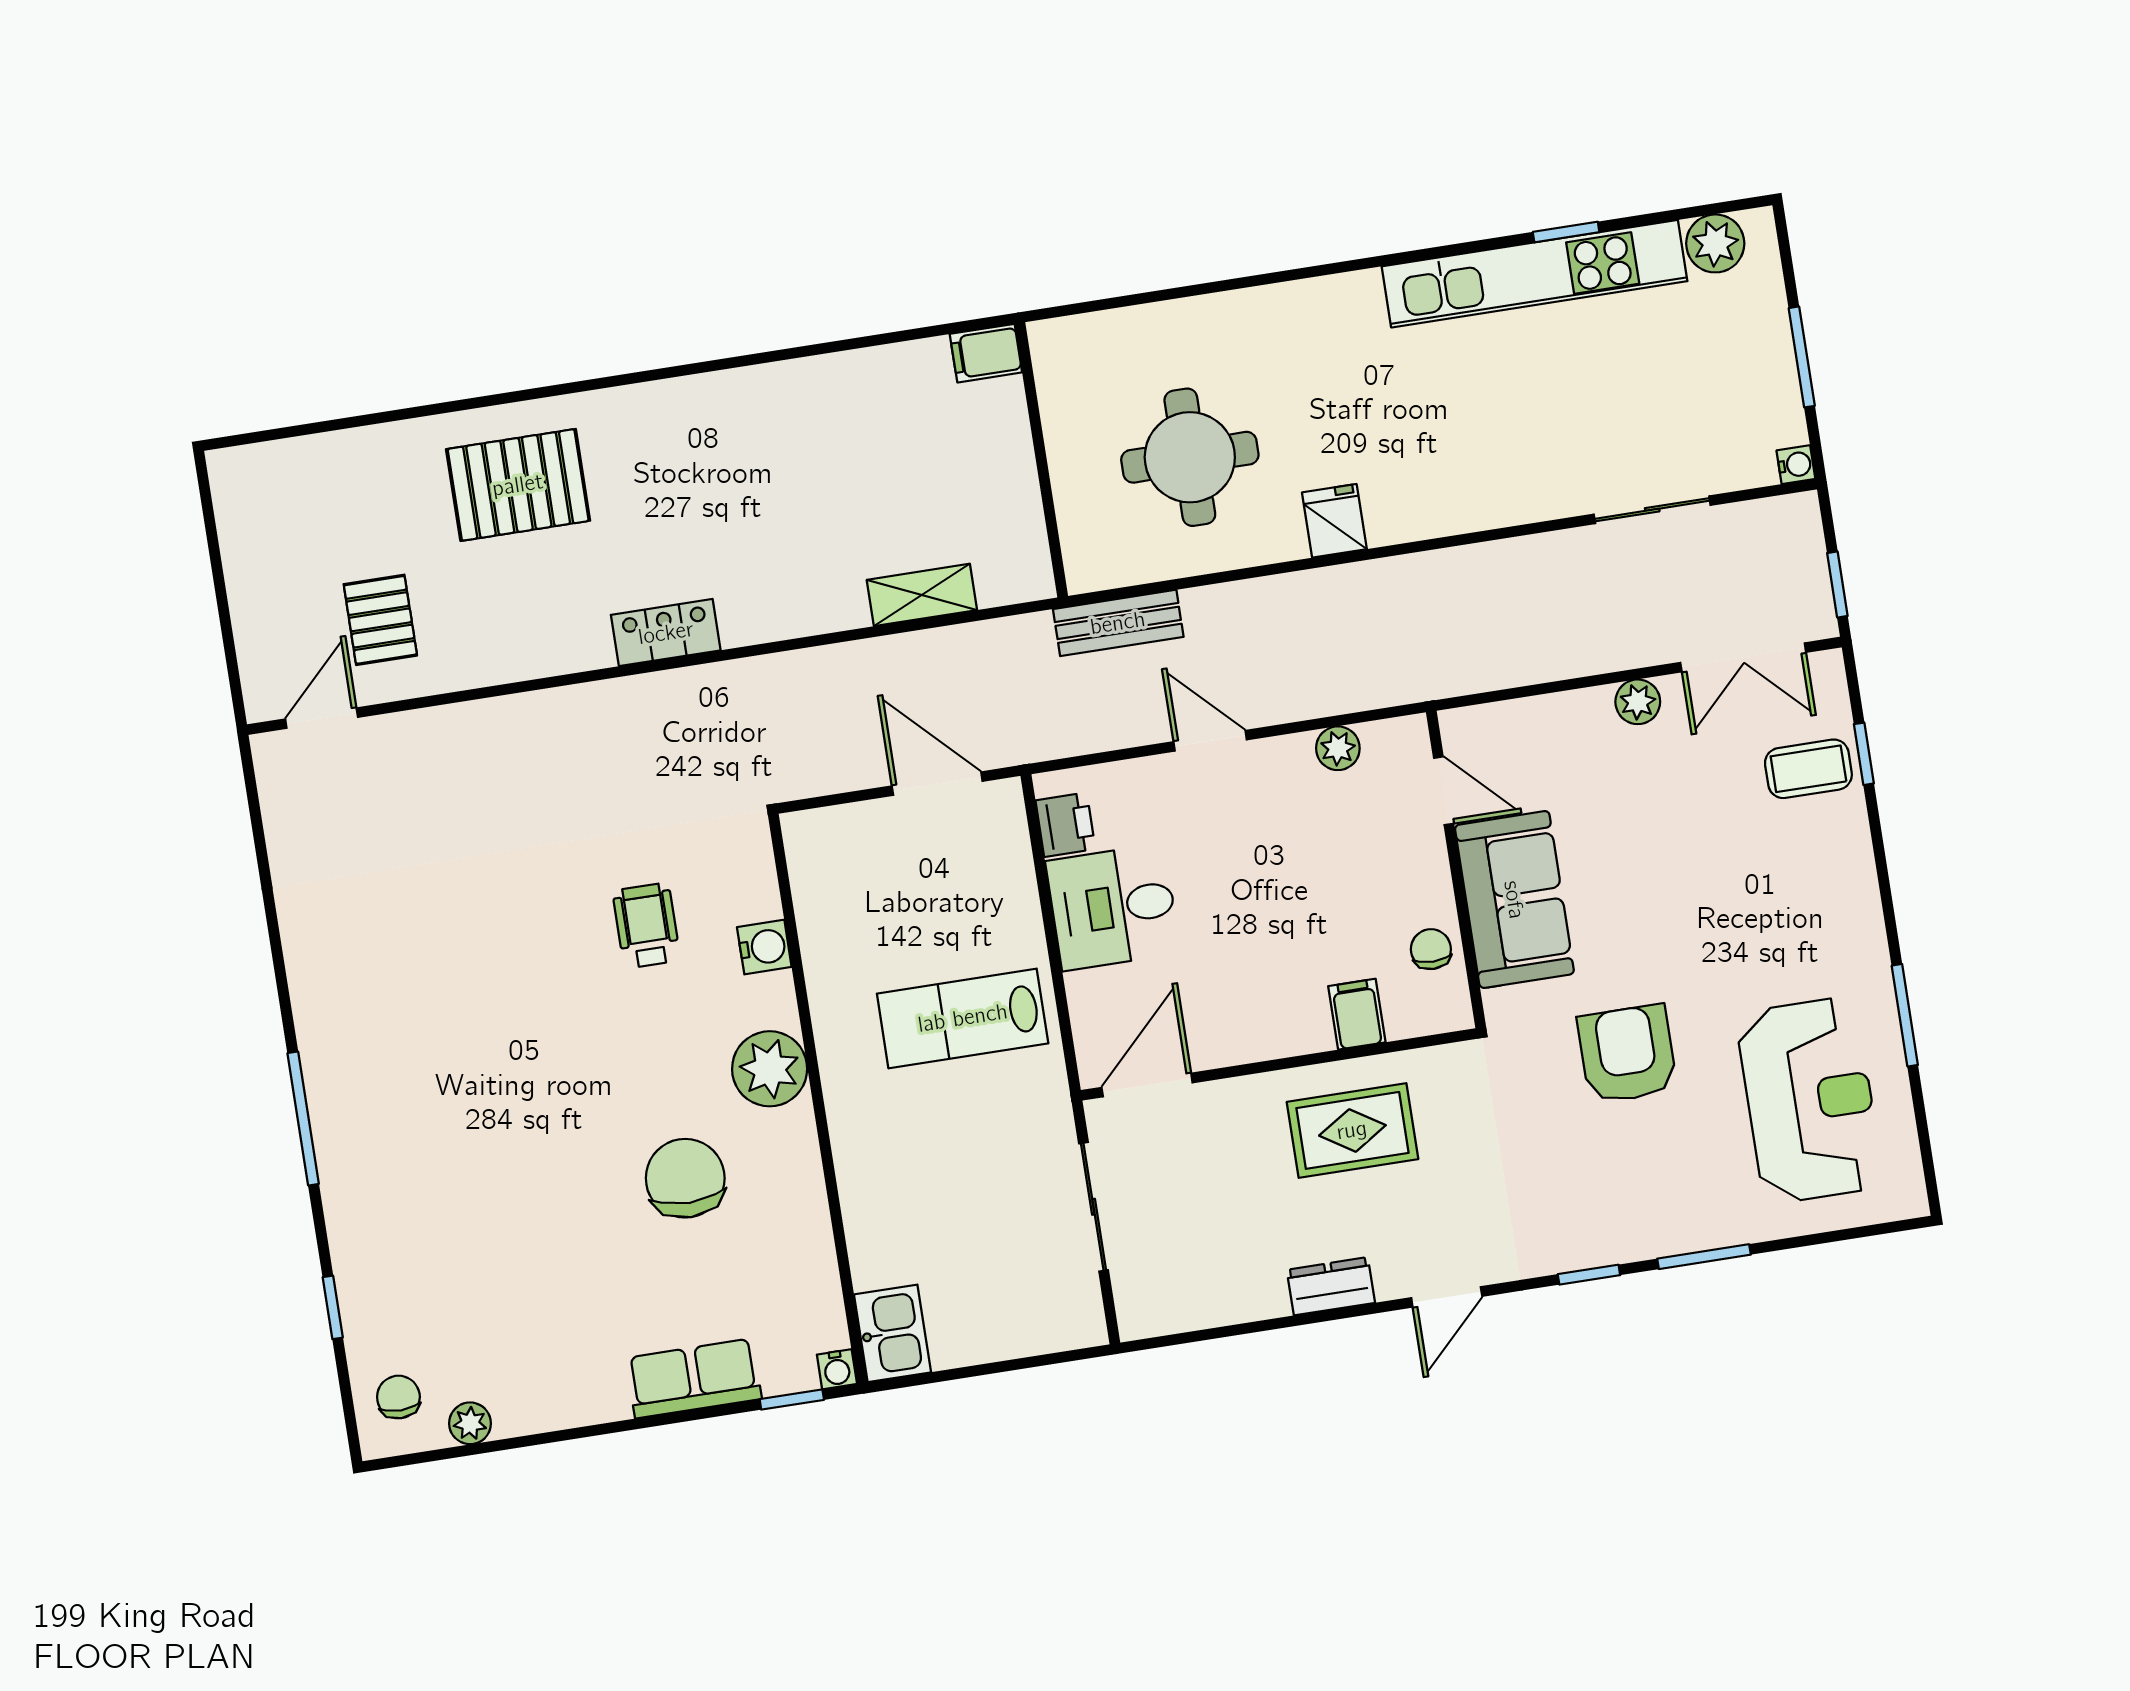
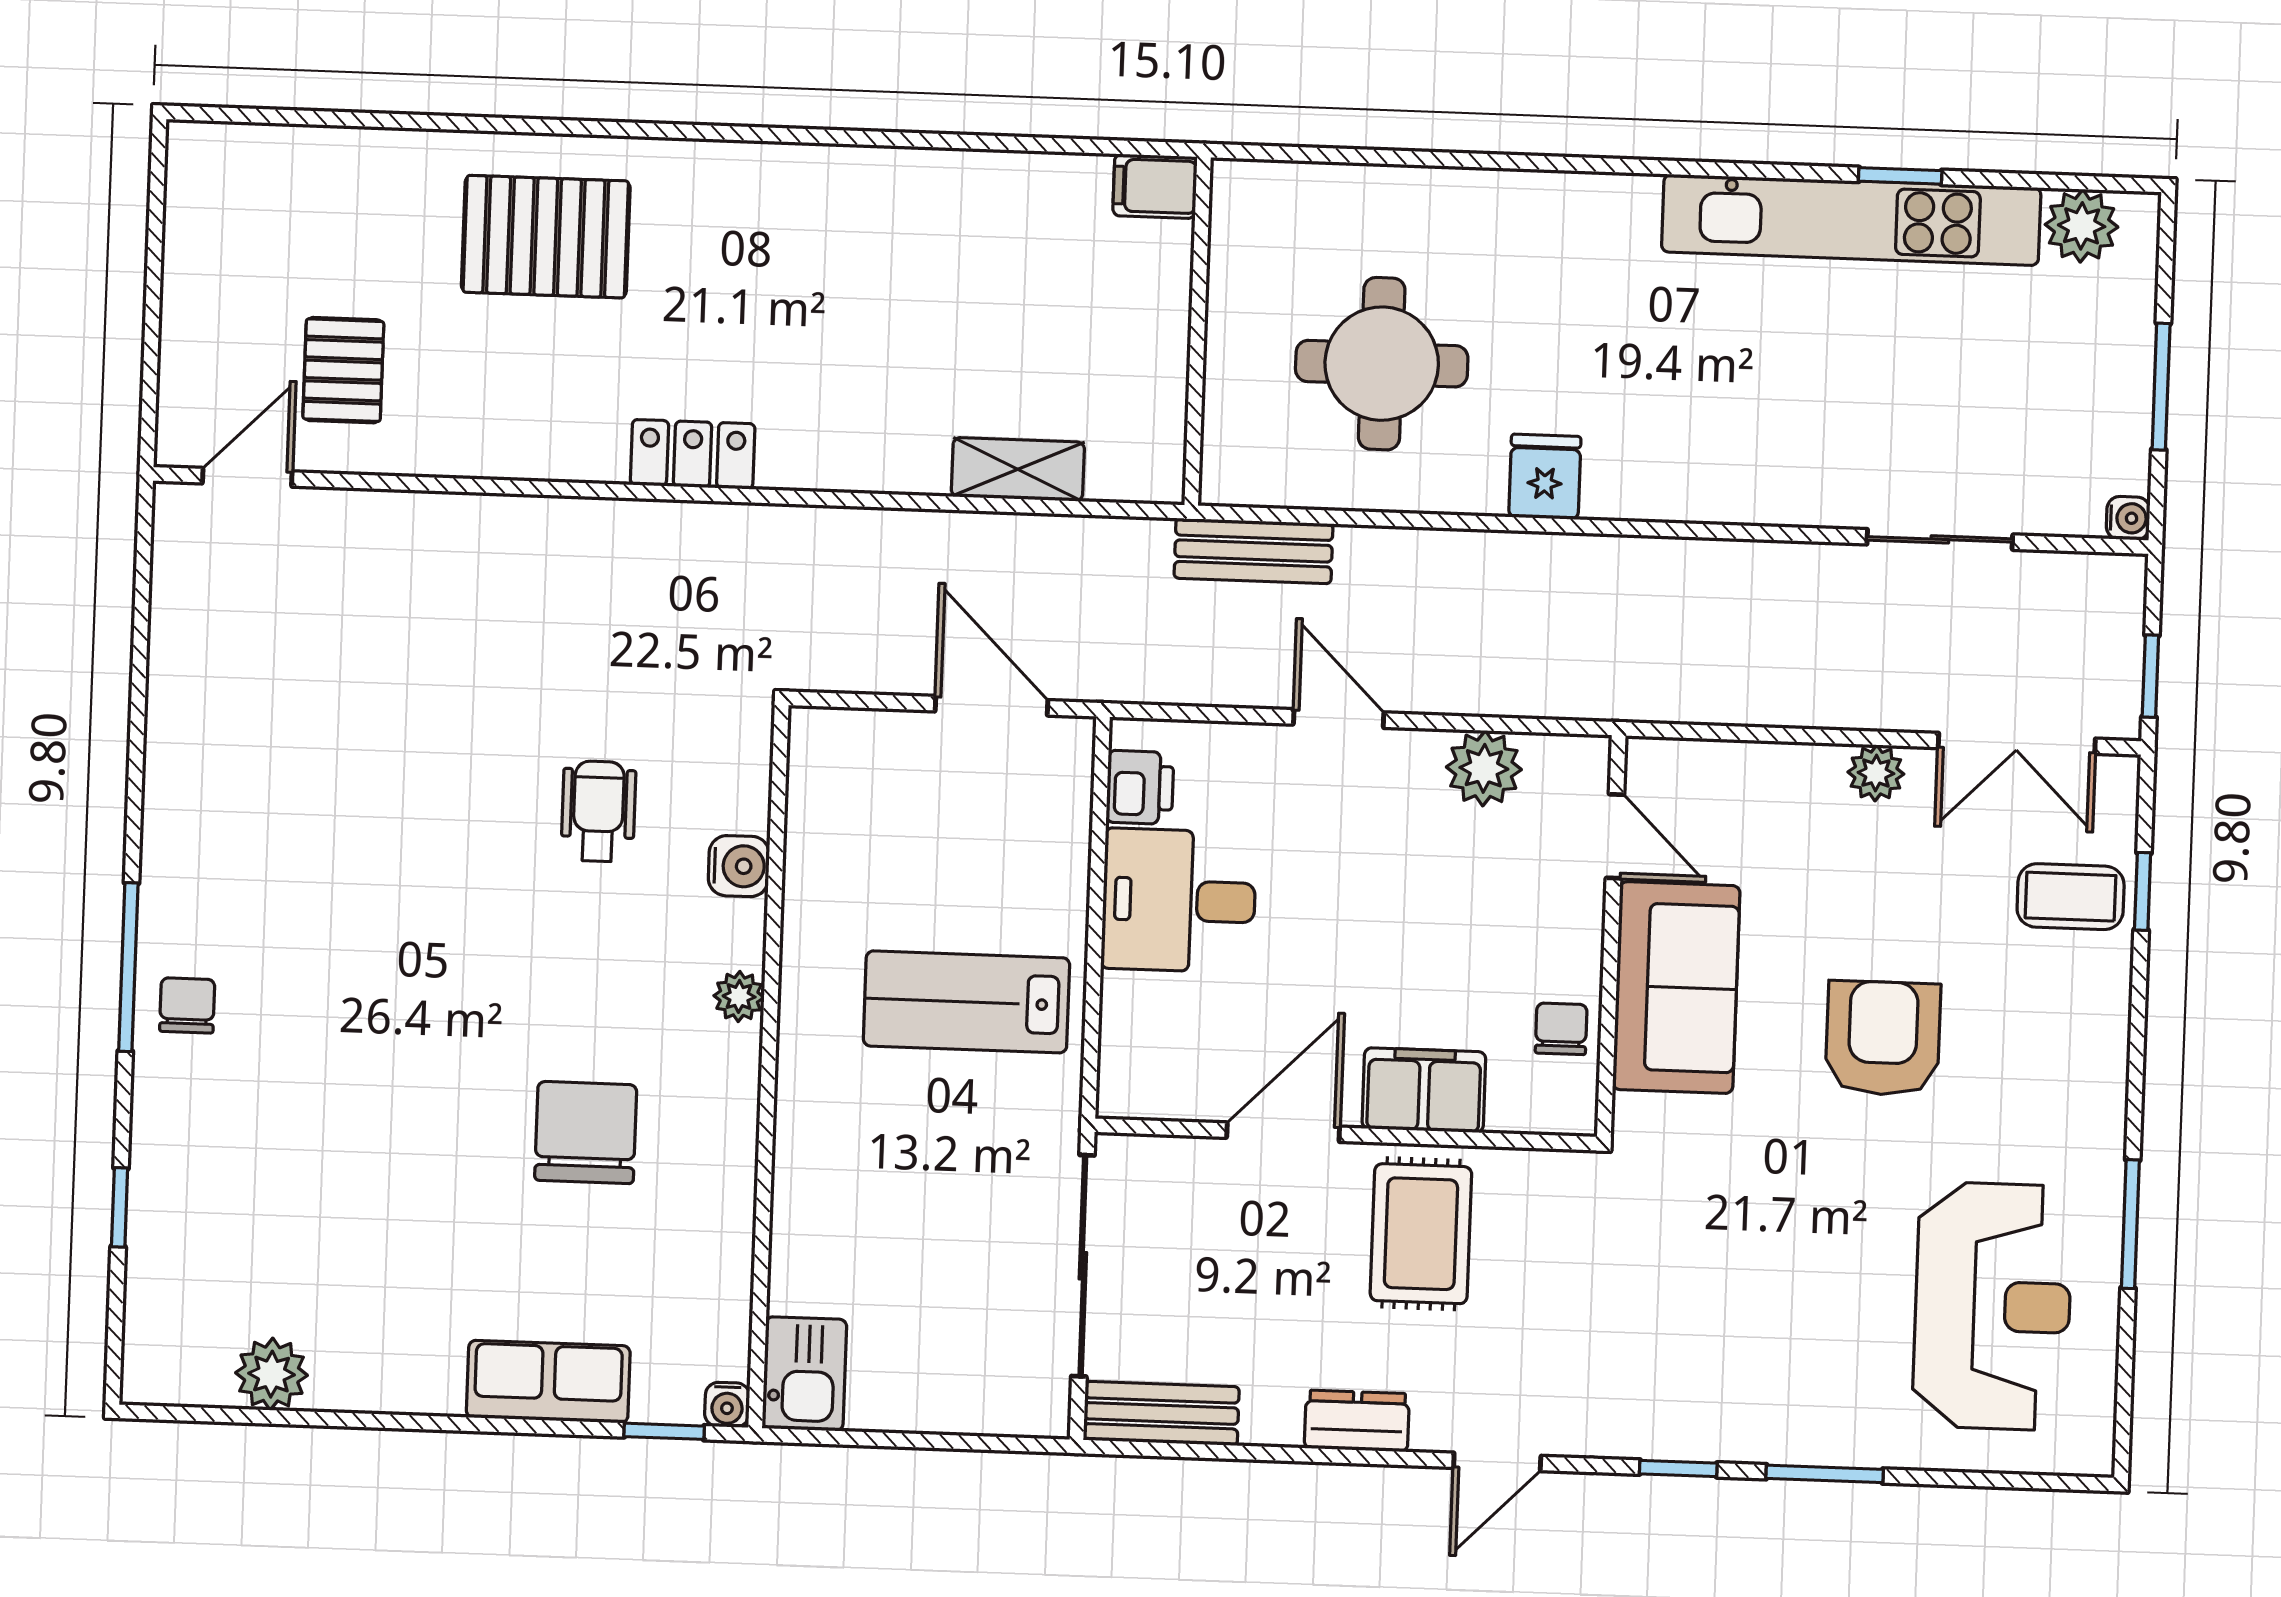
plant: (1338, 748) -> (1484, 768), width x1.38, depth x1.38
filing cabinet: (1357, 1014) -> (1424, 1090), width x2.00
armchair: (1627, 1054) -> (1883, 1038), moved
plant: (770, 1069) -> (739, 996), width x0.53, depth x0.53
door: (1147, 1085) -> (1283, 1132), moved
rug: (1352, 1130) -> (1421, 1234), turned 90
sliding door: (1094, 1207) -> (1083, 1266), width x1.37
bench: (1177, 1310) -> (1161, 1413), added
chair: (398, 1397) -> (187, 1005), moved
plant: (470, 1423) -> (272, 1374), width x1.38, depth x1.38

